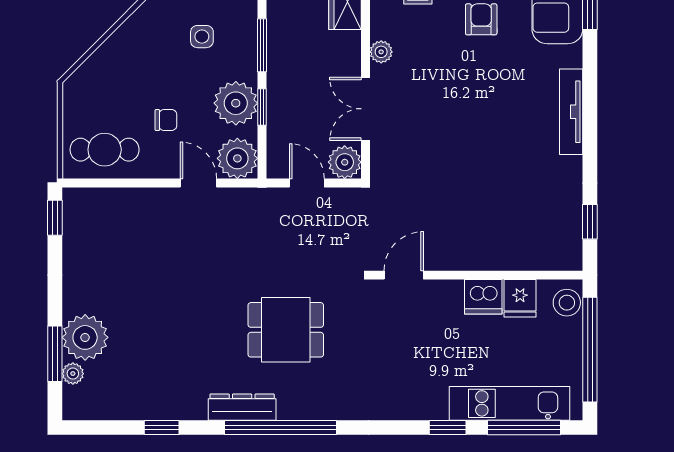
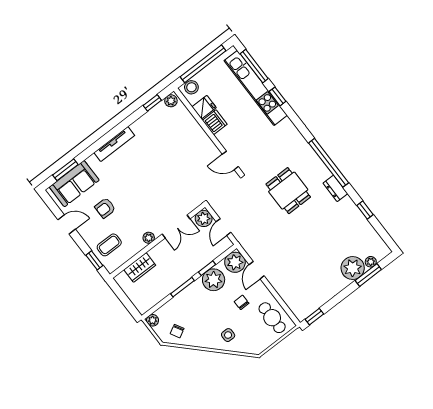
side table: (202, 37) -> (228, 335), moved
plant: (570, 254) -> (171, 101), added
kitchen unit: (509, 403) -> (256, 88), width x1.36
dresser: (242, 407) -> (335, 188), width x0.70

